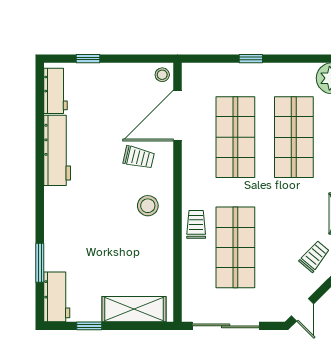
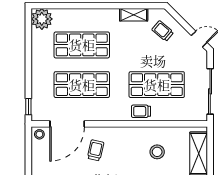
window: (251, 59) -> (28, 107), moved
door: (177, 115) -> (67, 124), hinge flipped
stool: (148, 206) -> (157, 152), moved

